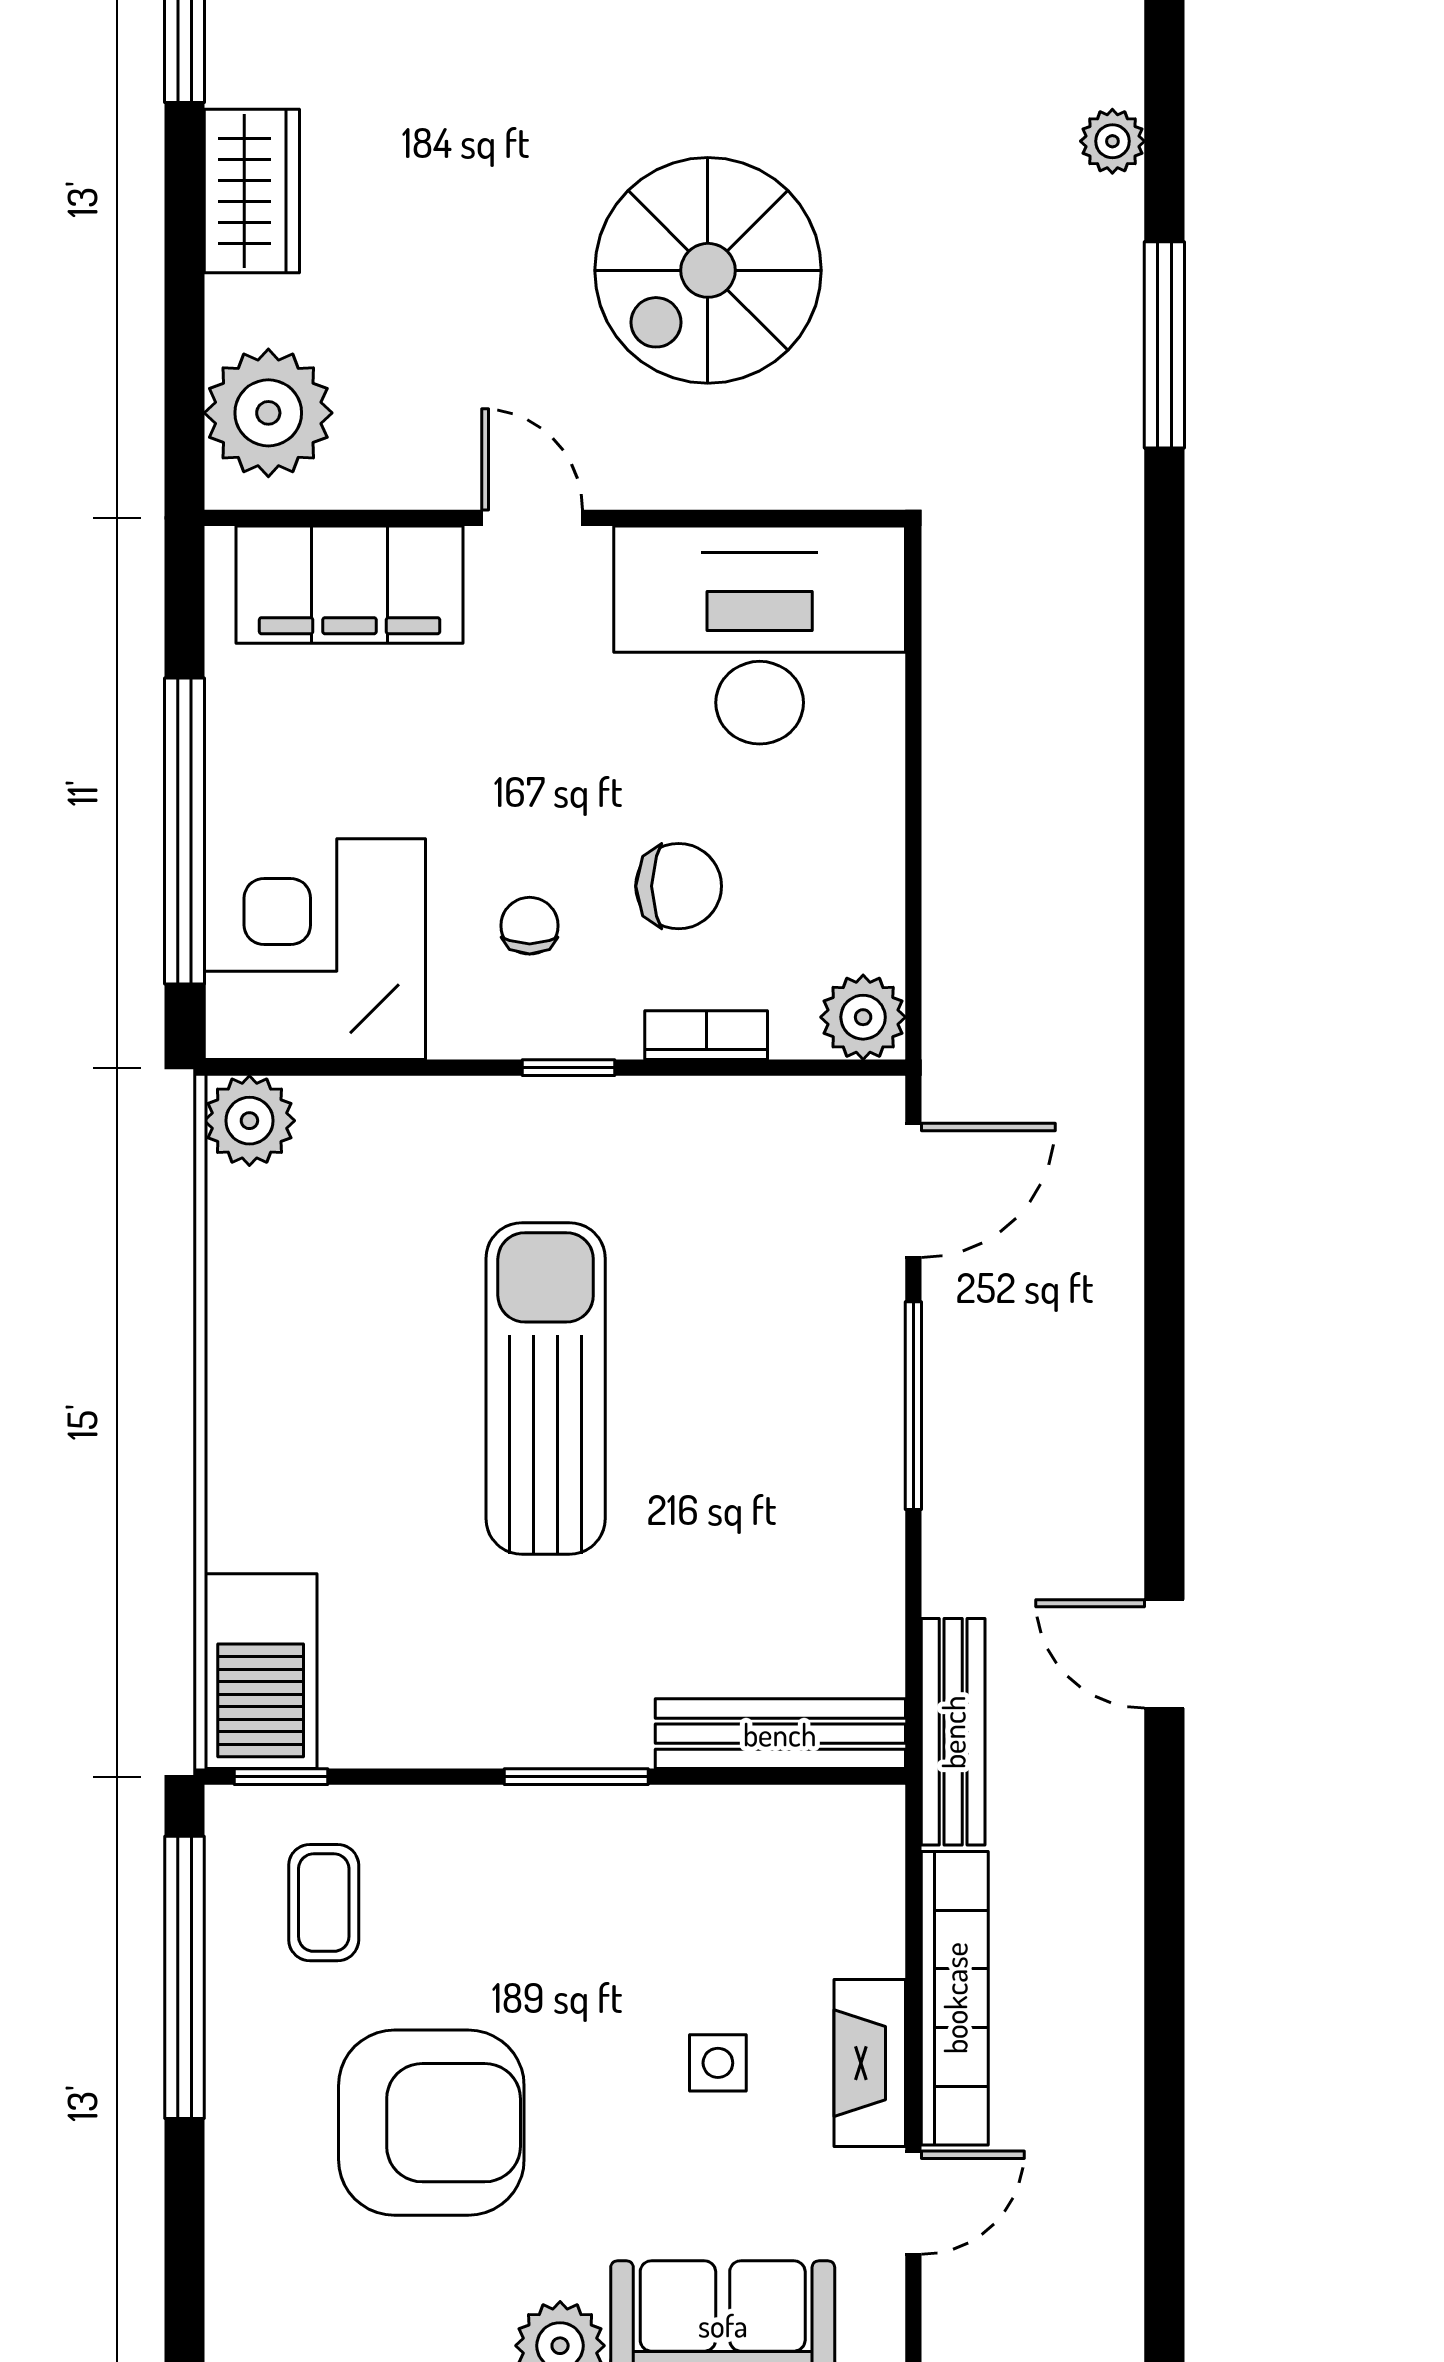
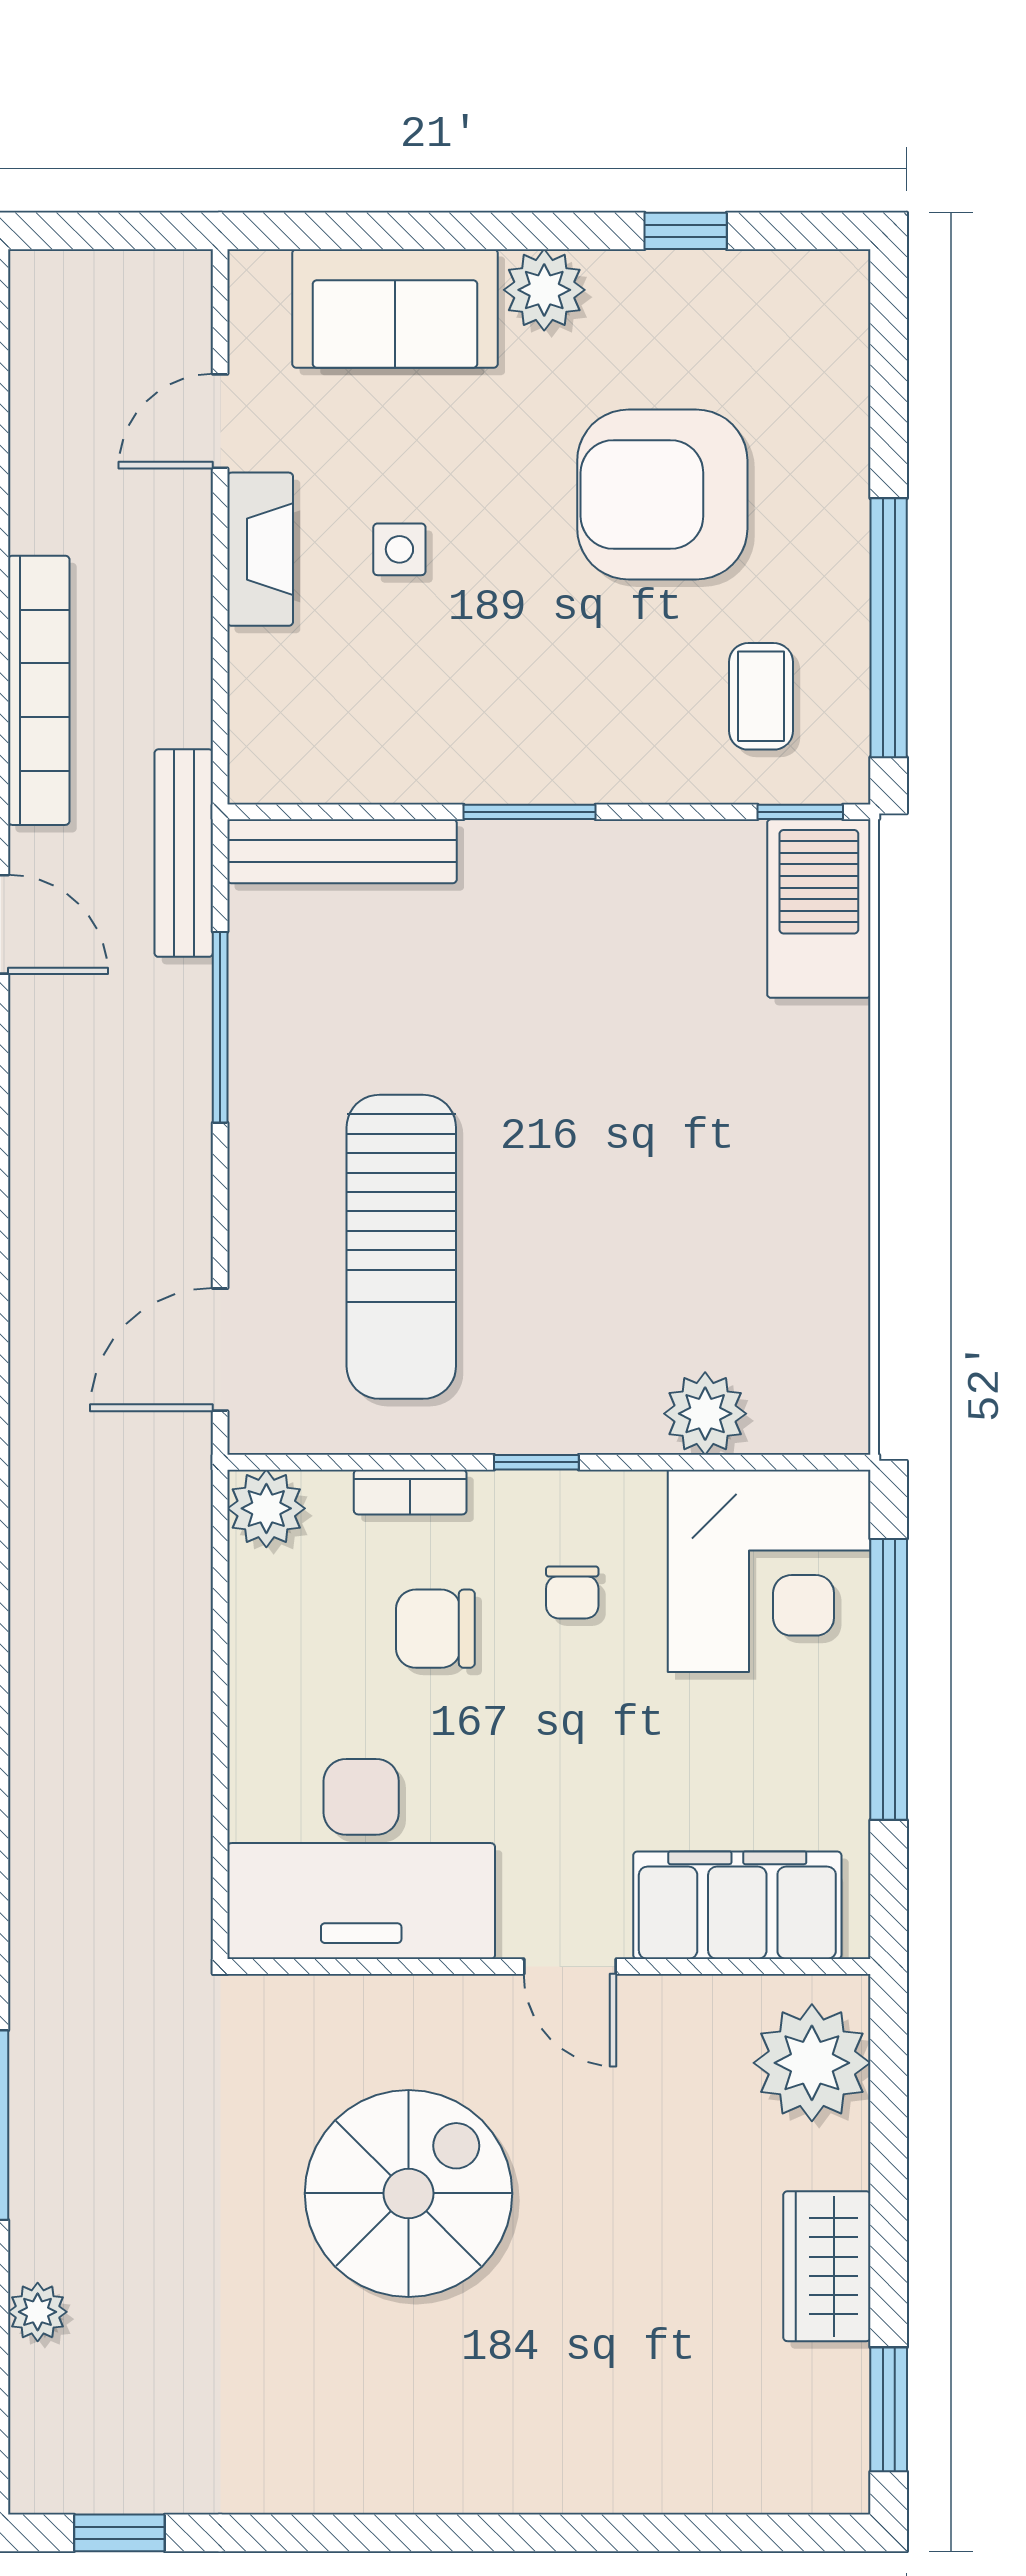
plant: (249, 1121) -> (705, 1414), moved
sun lounger: (546, 1389) -> (401, 1247), moved
window: (913, 1406) -> (220, 1027), moved
bookcase: (955, 1998) -> (39, 690), moved, turned 180

